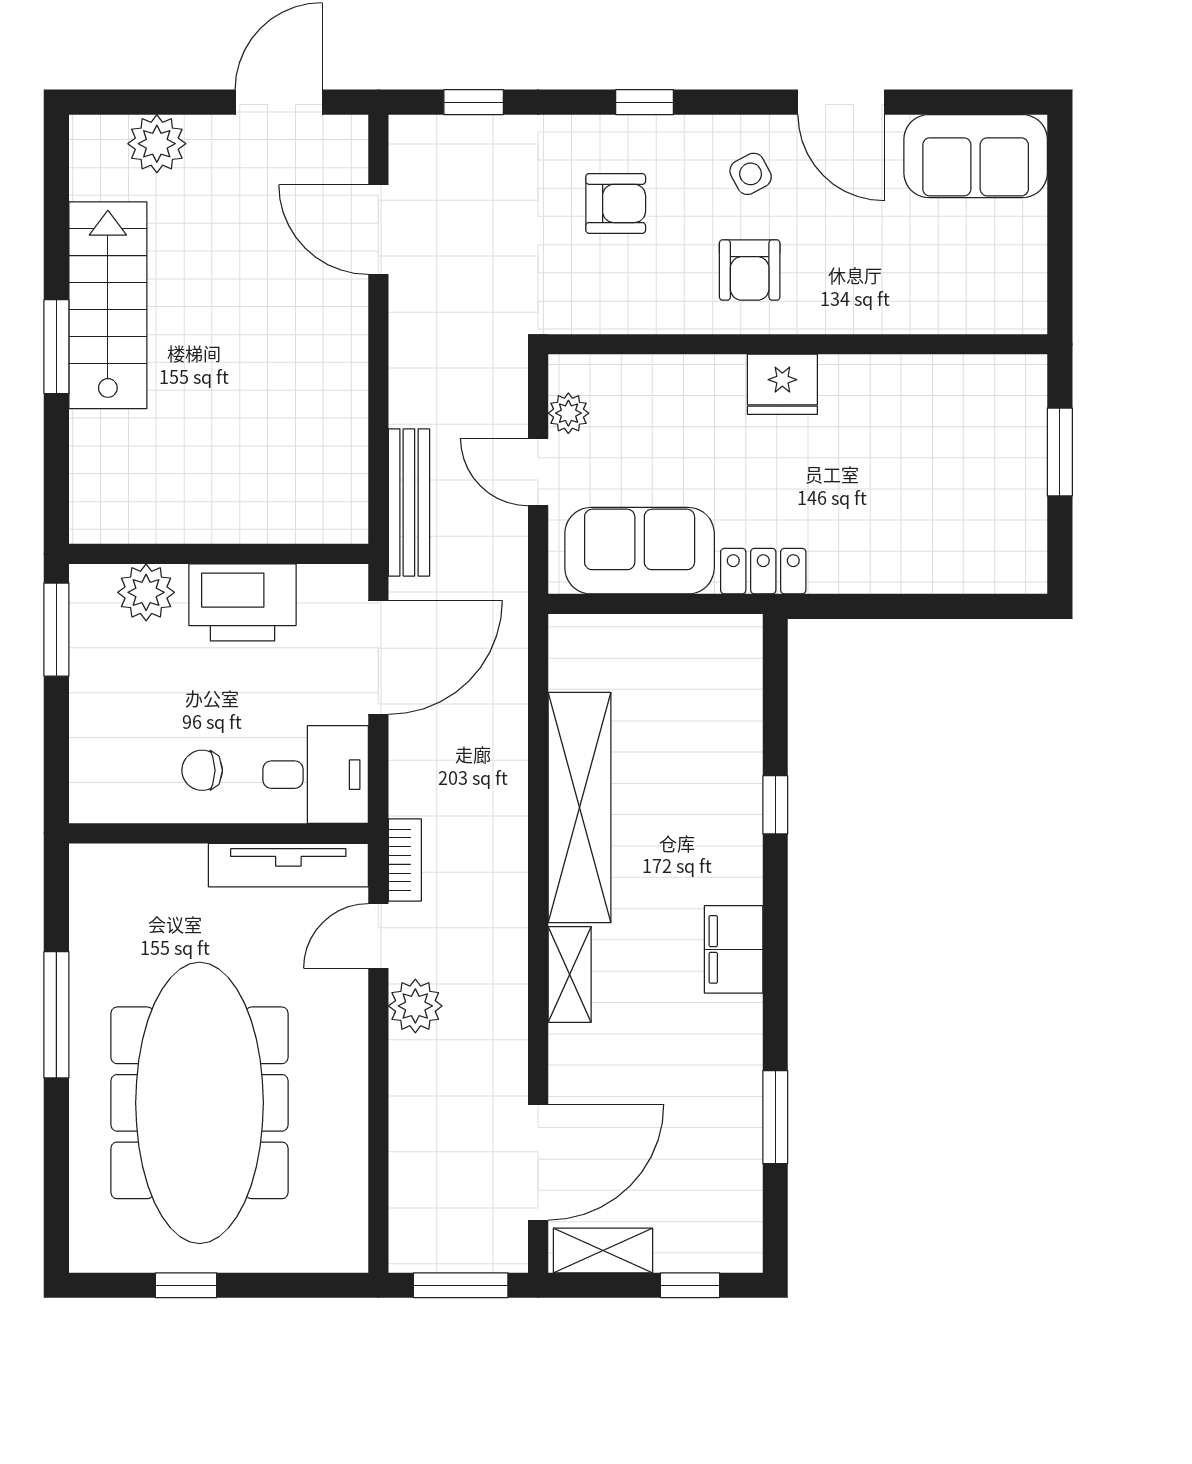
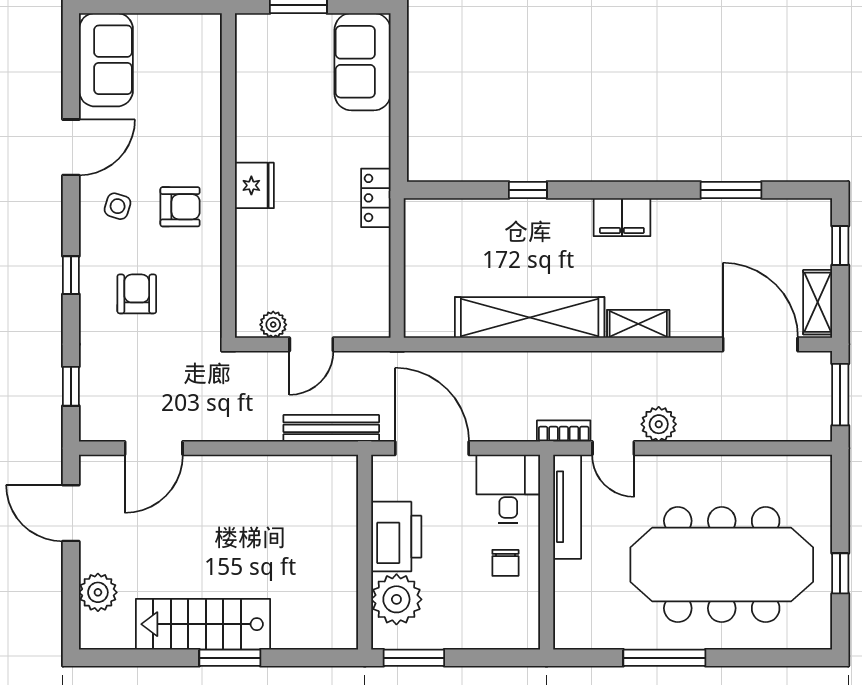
side table: (751, 174) -> (118, 206), turned 45
sofa: (640, 551) -> (363, 62), moved
plant: (146, 592) -> (396, 599), width x1.36, depth x1.36

